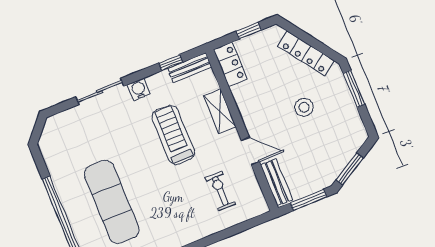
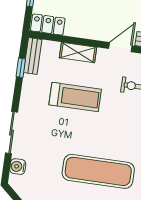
water cooler: (139, 89) -> (18, 167), moved
treadmill: (173, 135) -> (75, 97), turned 180

